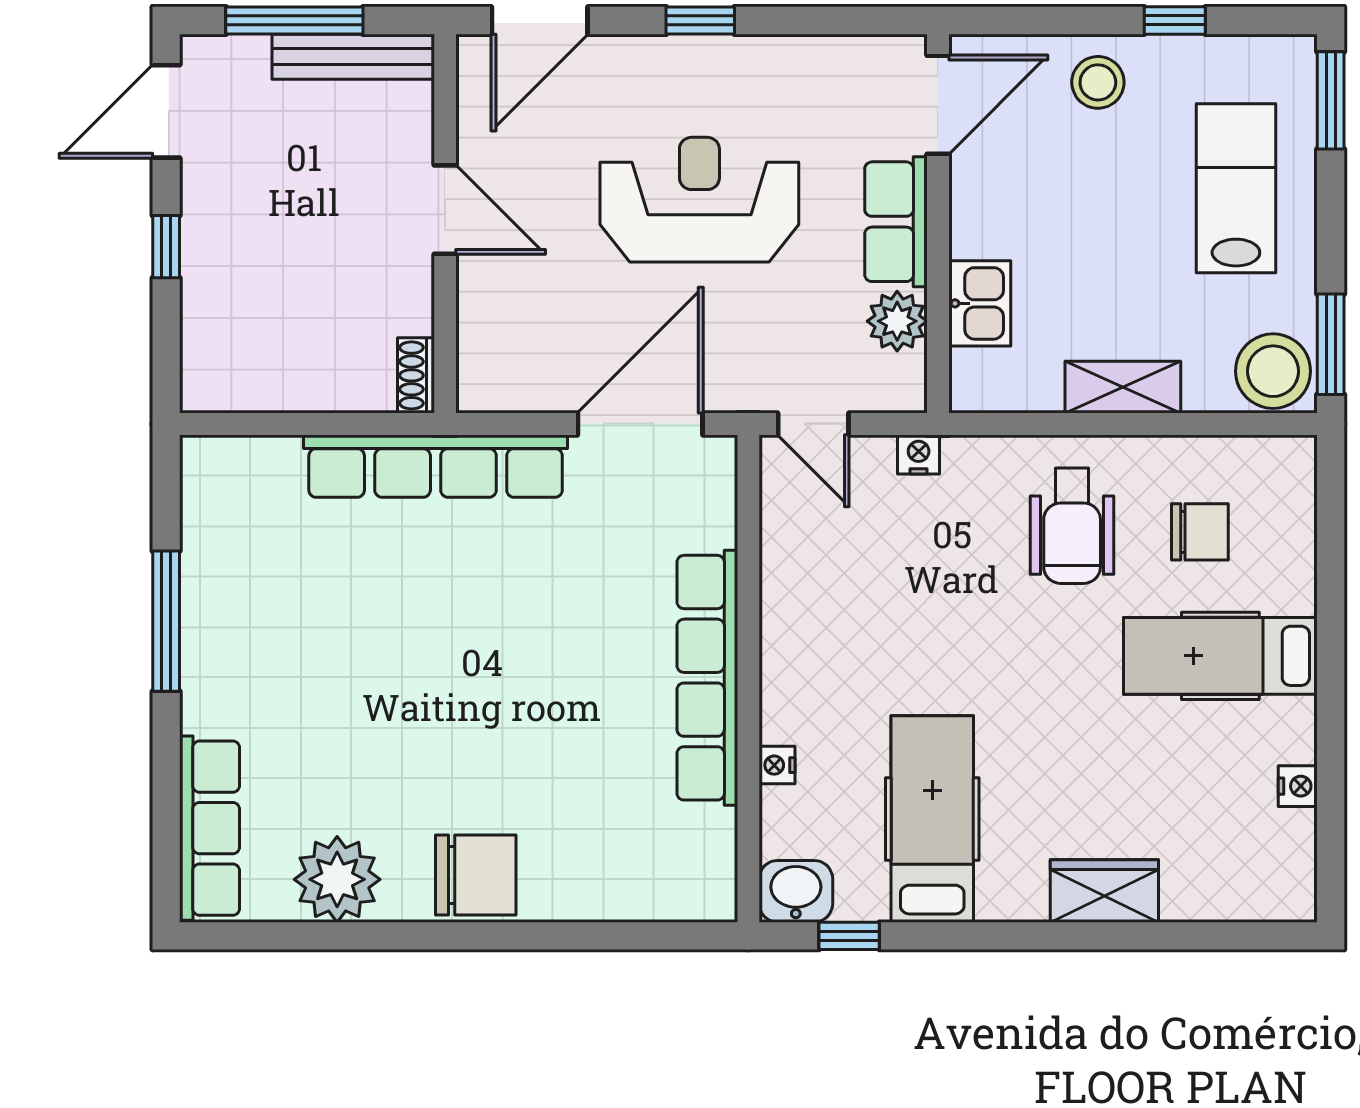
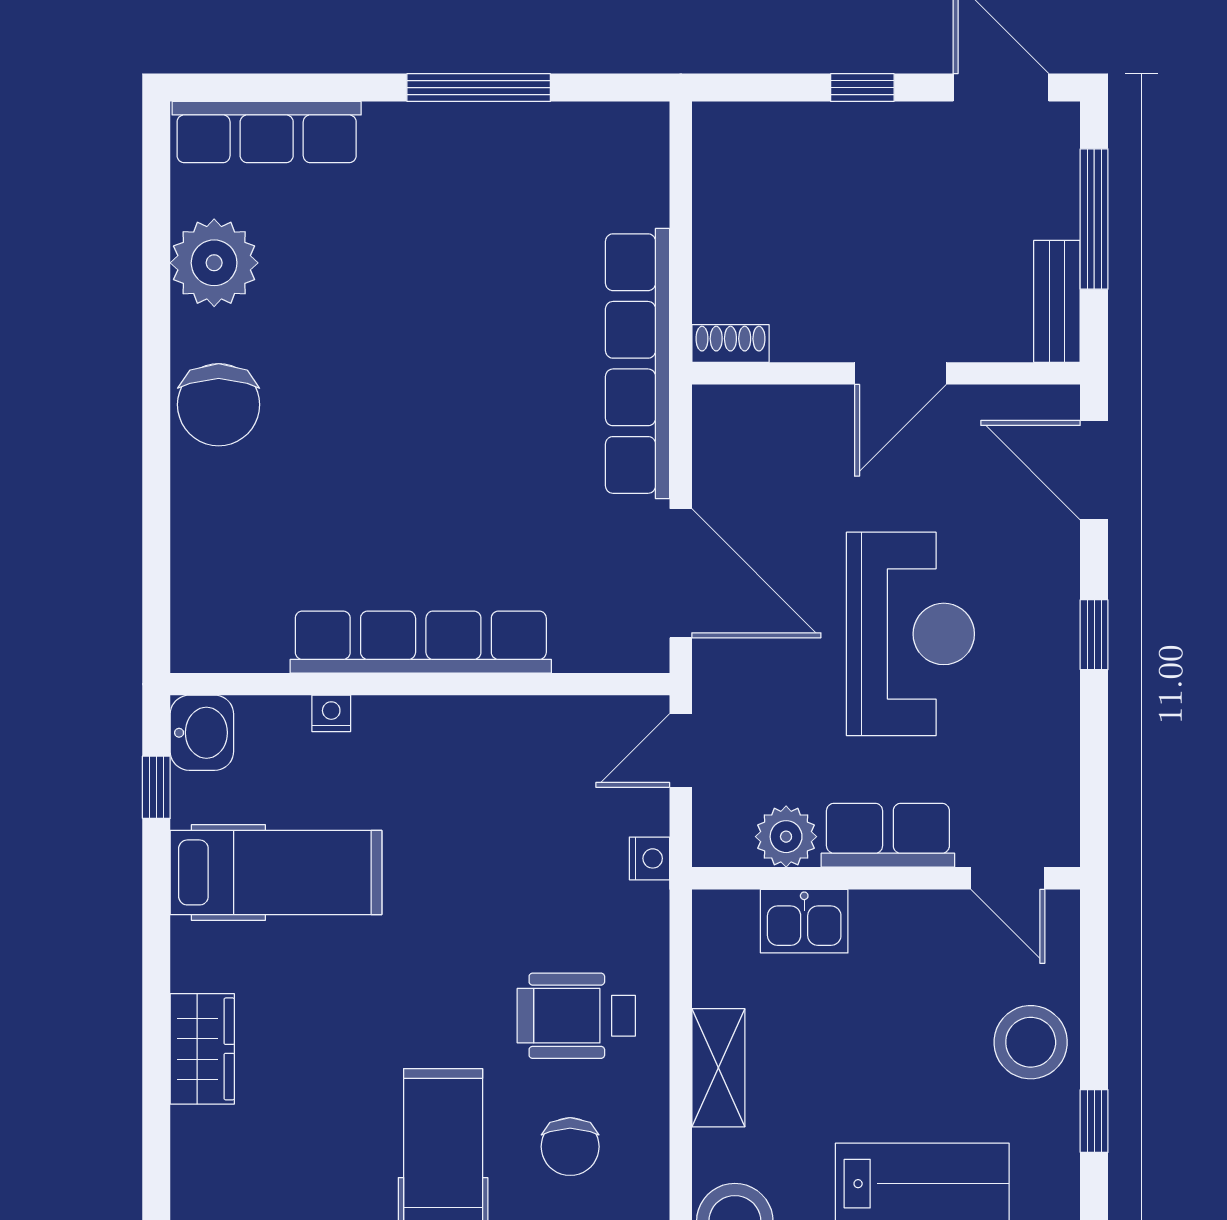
bench: (353, 57) -> (1057, 301), width x0.73
stool: (1098, 82) -> (1031, 1042), width x1.38, depth x1.38
door: (938, 105) -> (1008, 878), width x0.73

